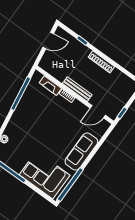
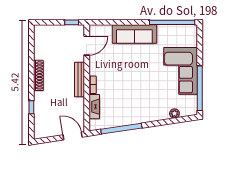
door: (48, 40) -> (73, 136), moved
door: (98, 112) -> (87, 46), hinge flipped
corner sofa: (45, 175) -> (181, 71), moved

